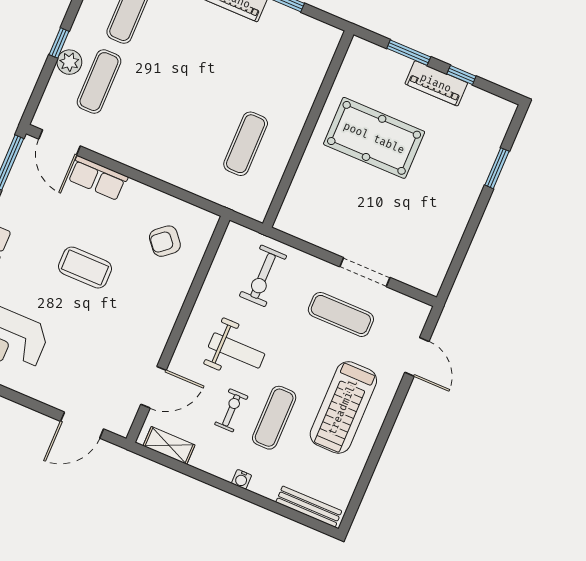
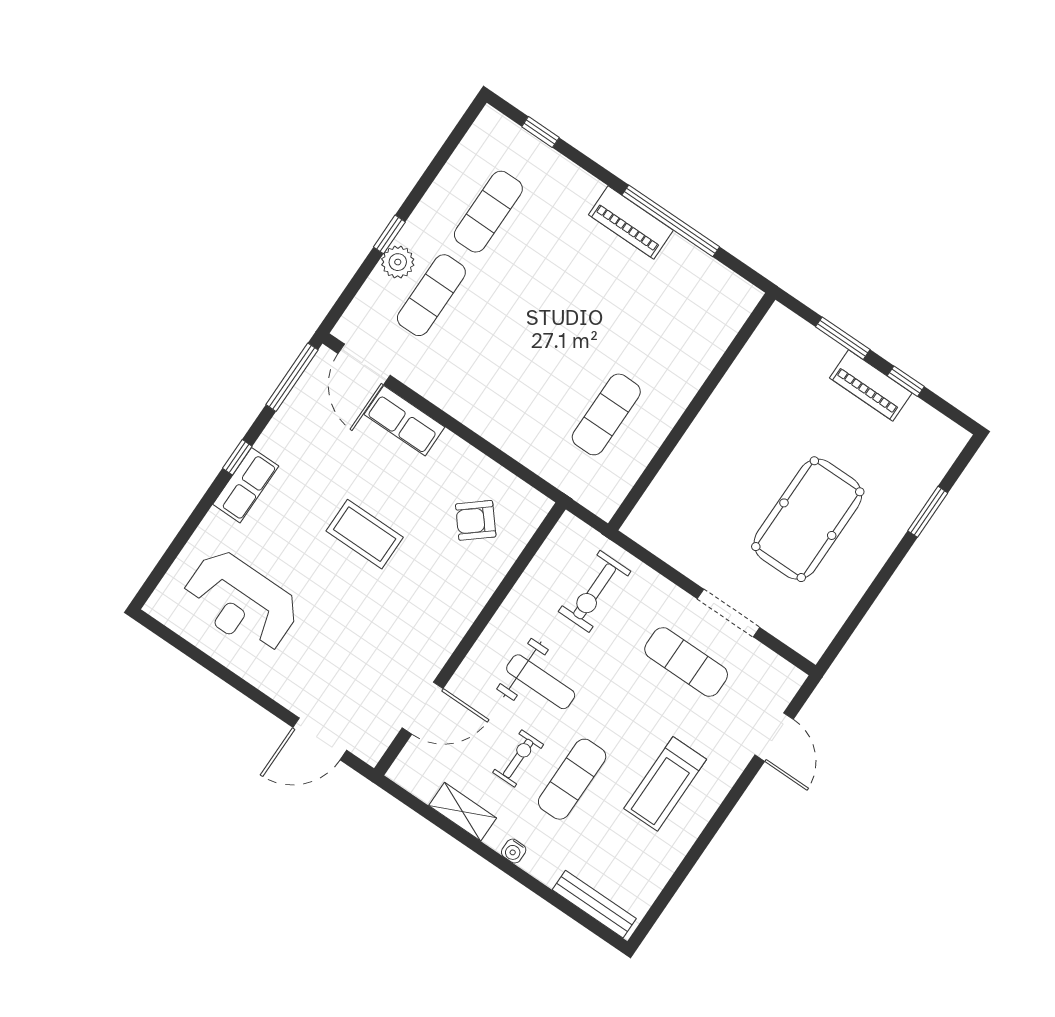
pool table: (374, 138) -> (808, 519), moved, turned 90
treadmill: (343, 407) -> (665, 784), width x0.73, depth x0.73
shelving: (169, 445) -> (463, 812), moved

